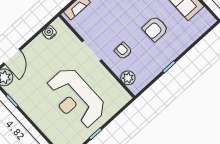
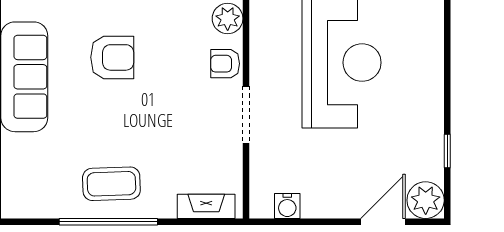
armchair: (123, 51) -> (225, 64), moved, turned 92

